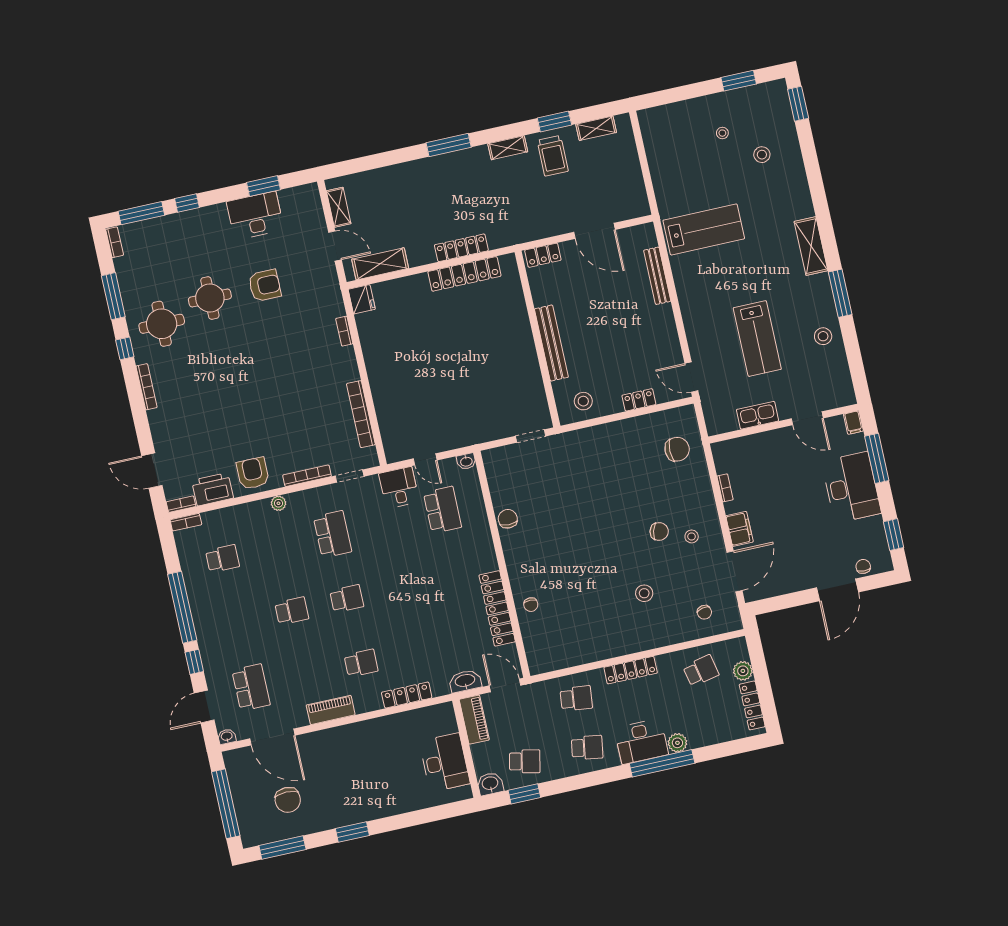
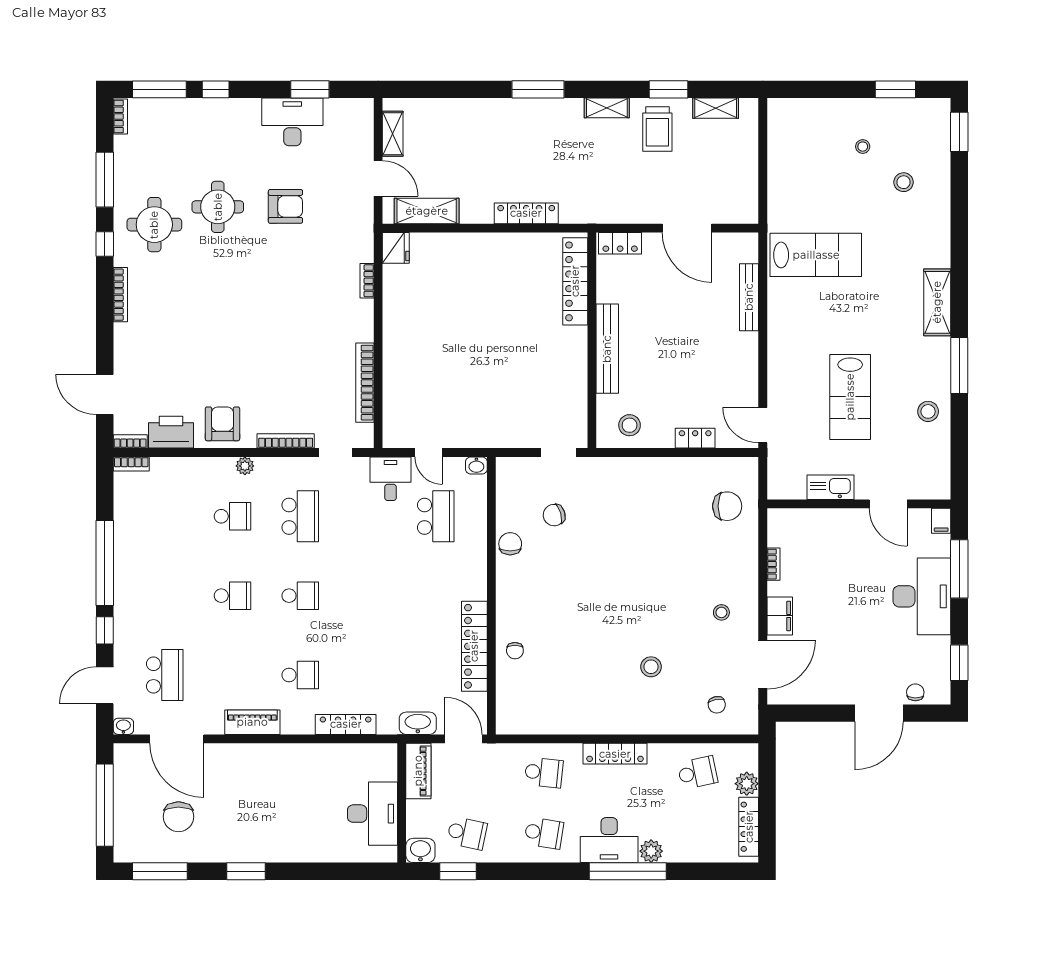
locker: (464, 274) -> (575, 281), moved, turned 90
chair: (659, 531) -> (554, 515), moved, turned 148
school desk: (222, 559) -> (232, 516), moved

